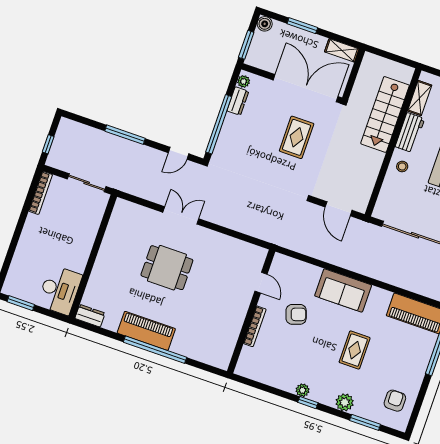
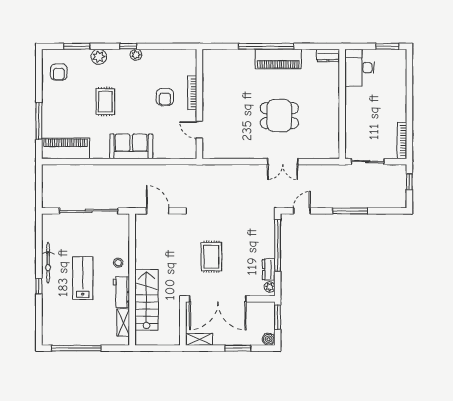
armchair: (296, 314) -> (165, 97), moved, turned -71

